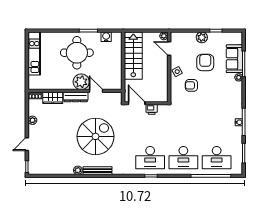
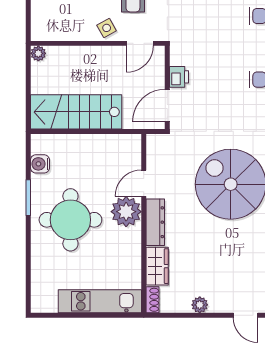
door: (169, 48) -> (140, 43), moved
kitchen unit: (34, 54) -> (100, 301), moved

